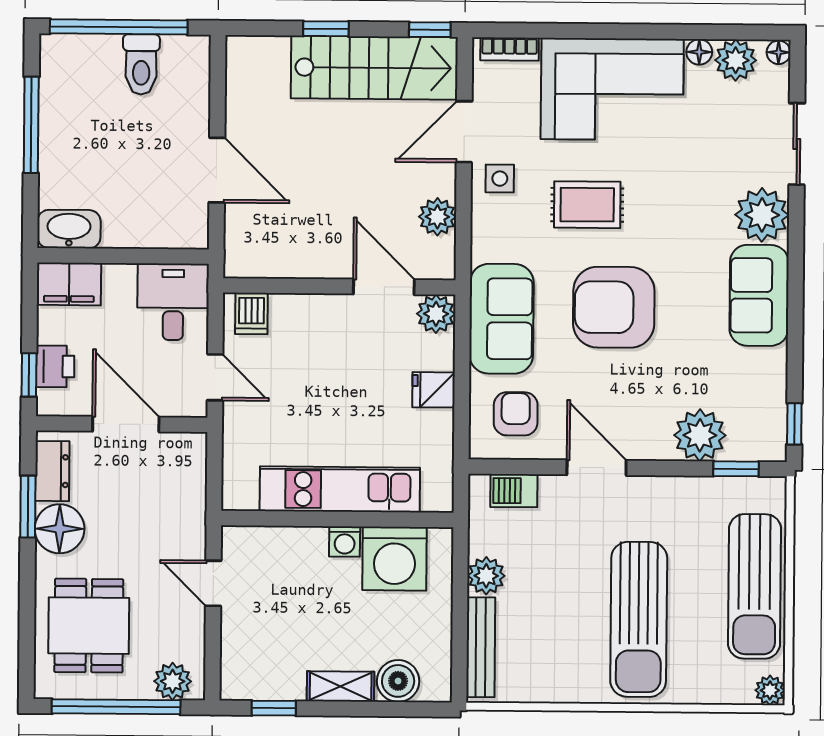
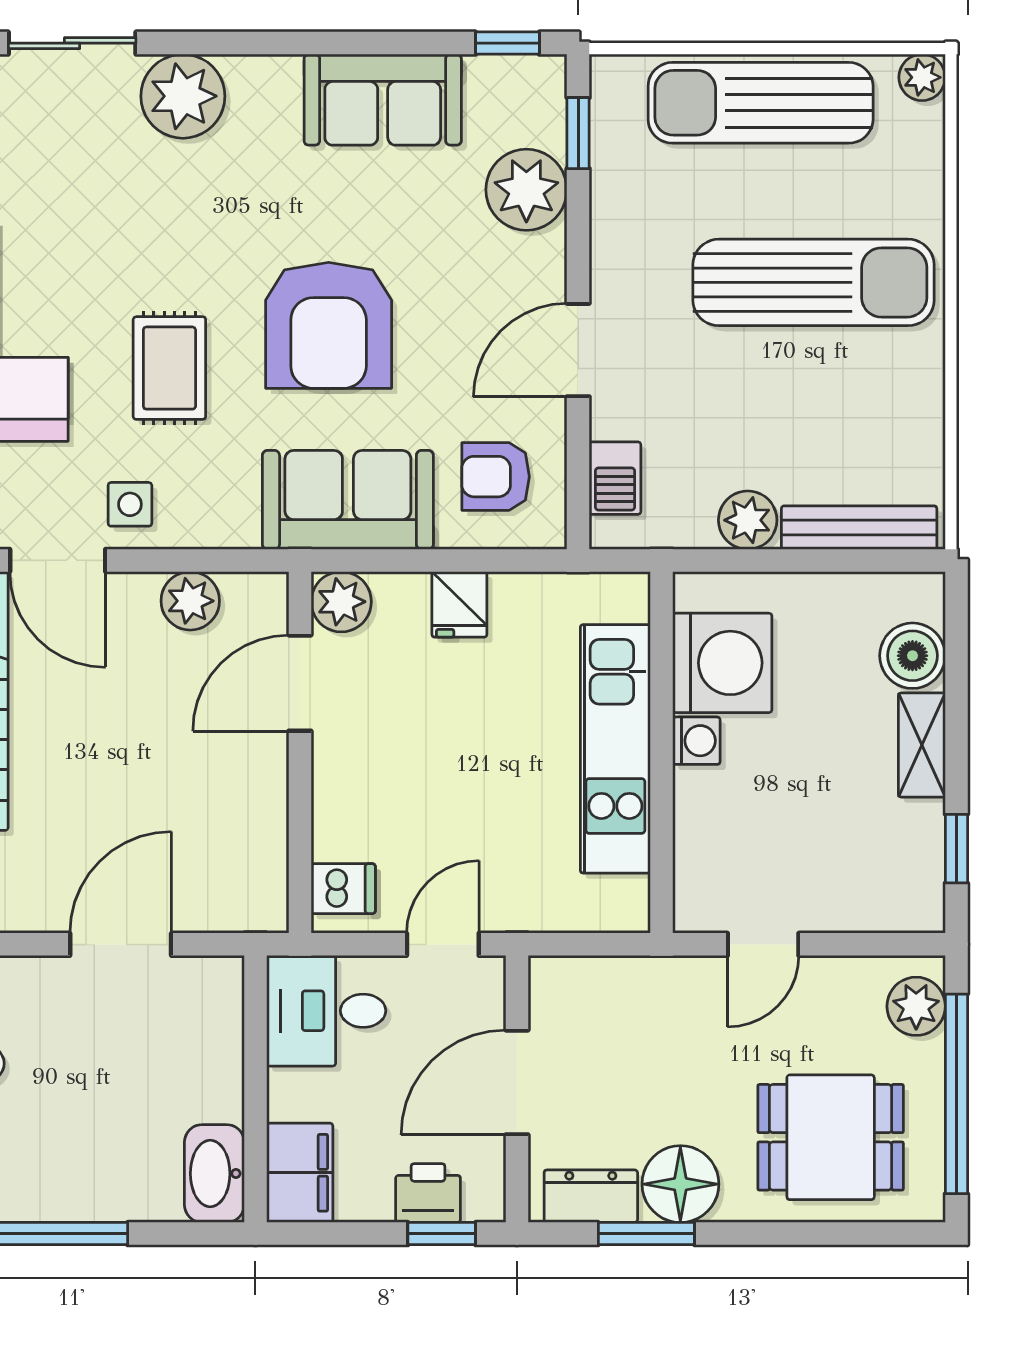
sofa: (759, 295) -> (383, 100), moved
sun lounger: (755, 586) -> (761, 103), turned 180

